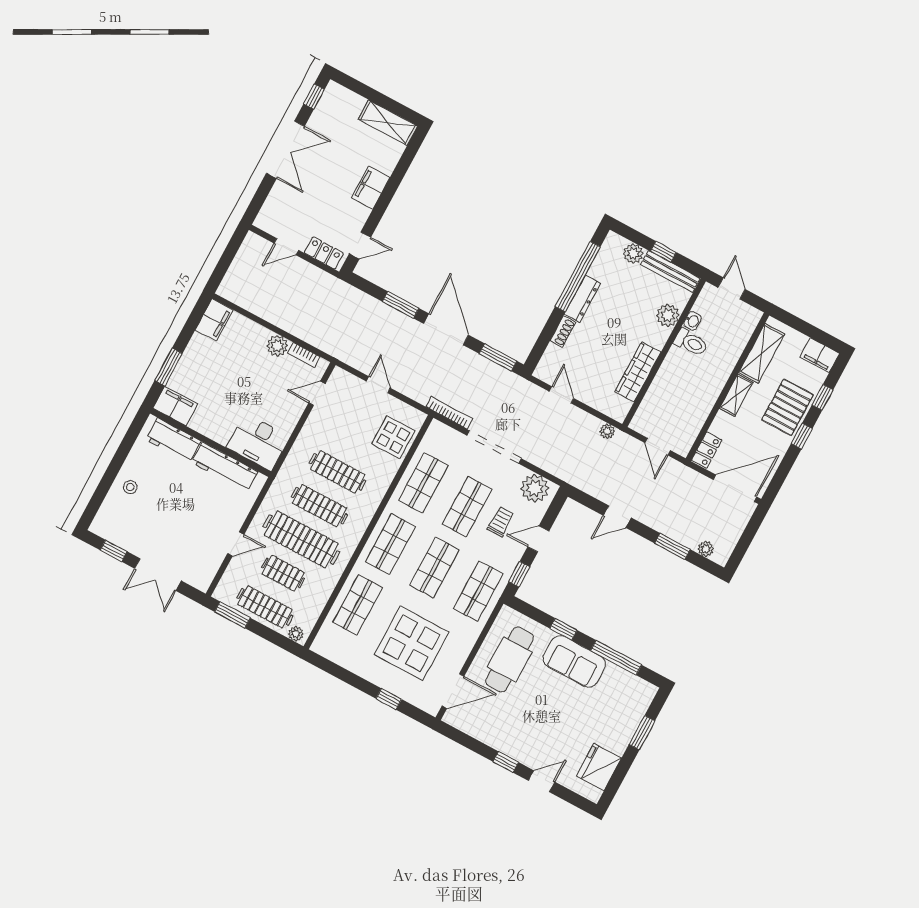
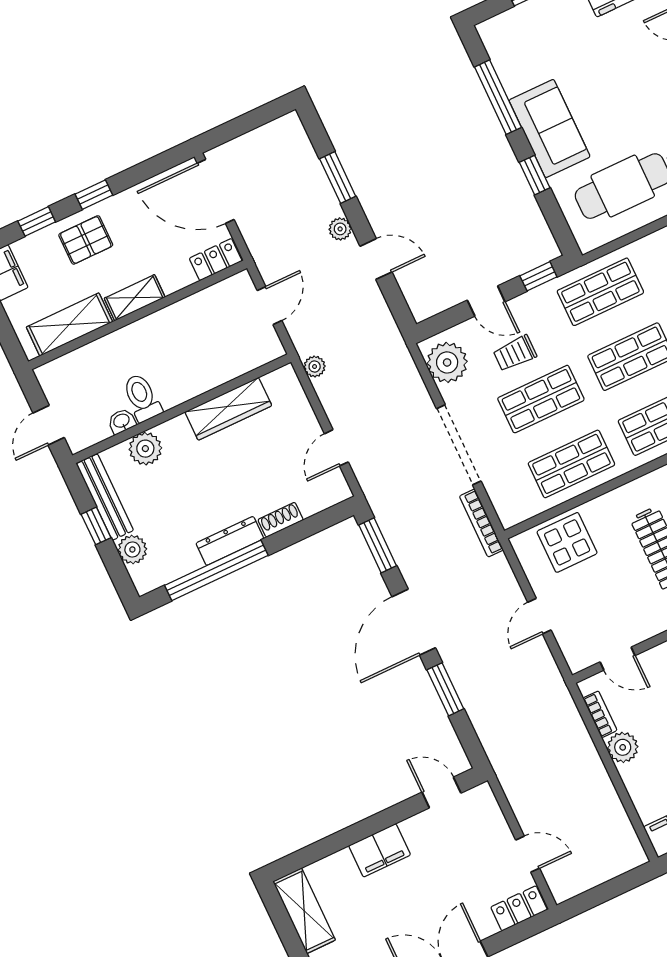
locker: (324, 253) -> (519, 908), moved, turned 90
pallet: (787, 407) -> (86, 240), width x0.67, depth x0.71
plant: (706, 549) -> (340, 229), moved

